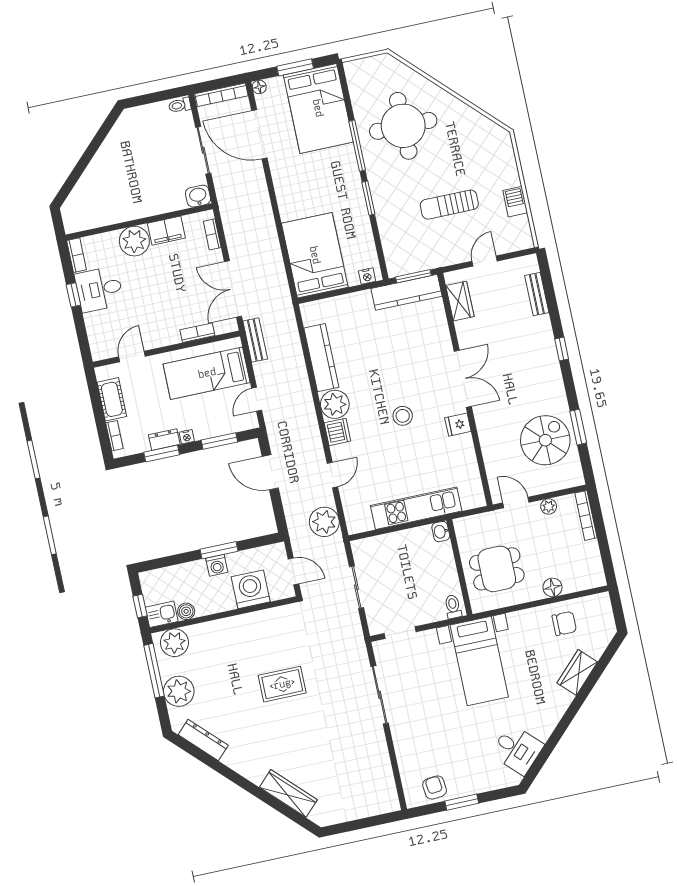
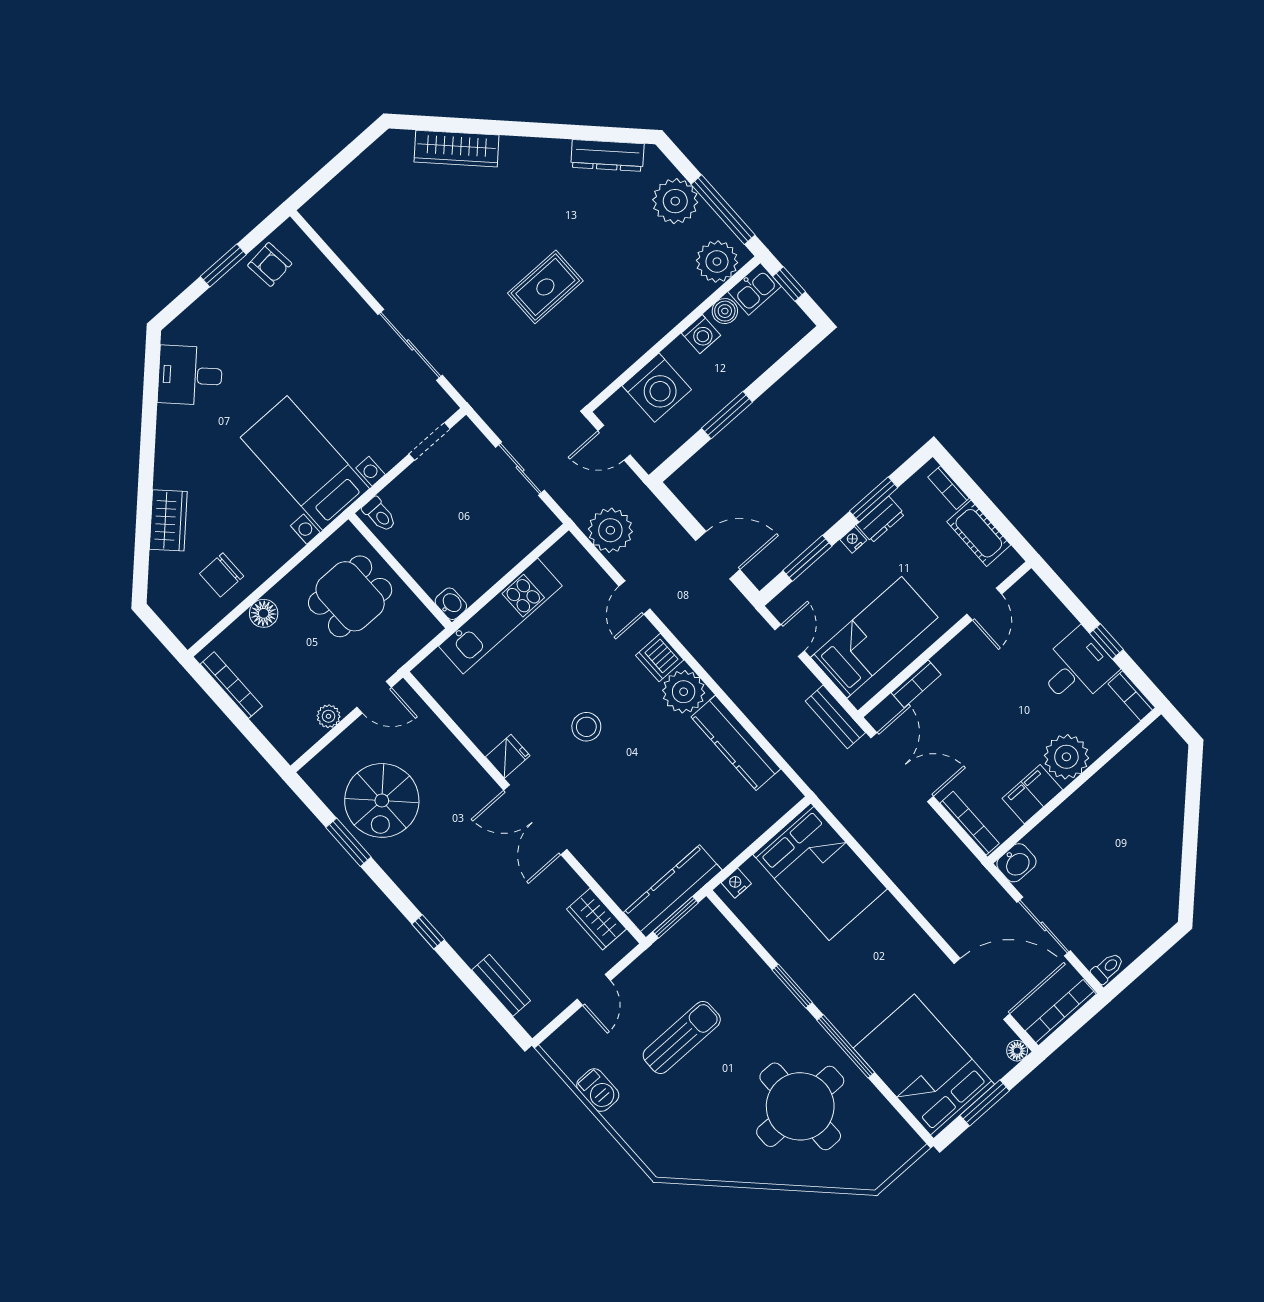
bookcase: (212, 234) -> (970, 823), width x1.56
bookcase: (586, 515) -> (231, 685), moved
washing machine: (217, 565) -> (701, 334), moved, turned 180

